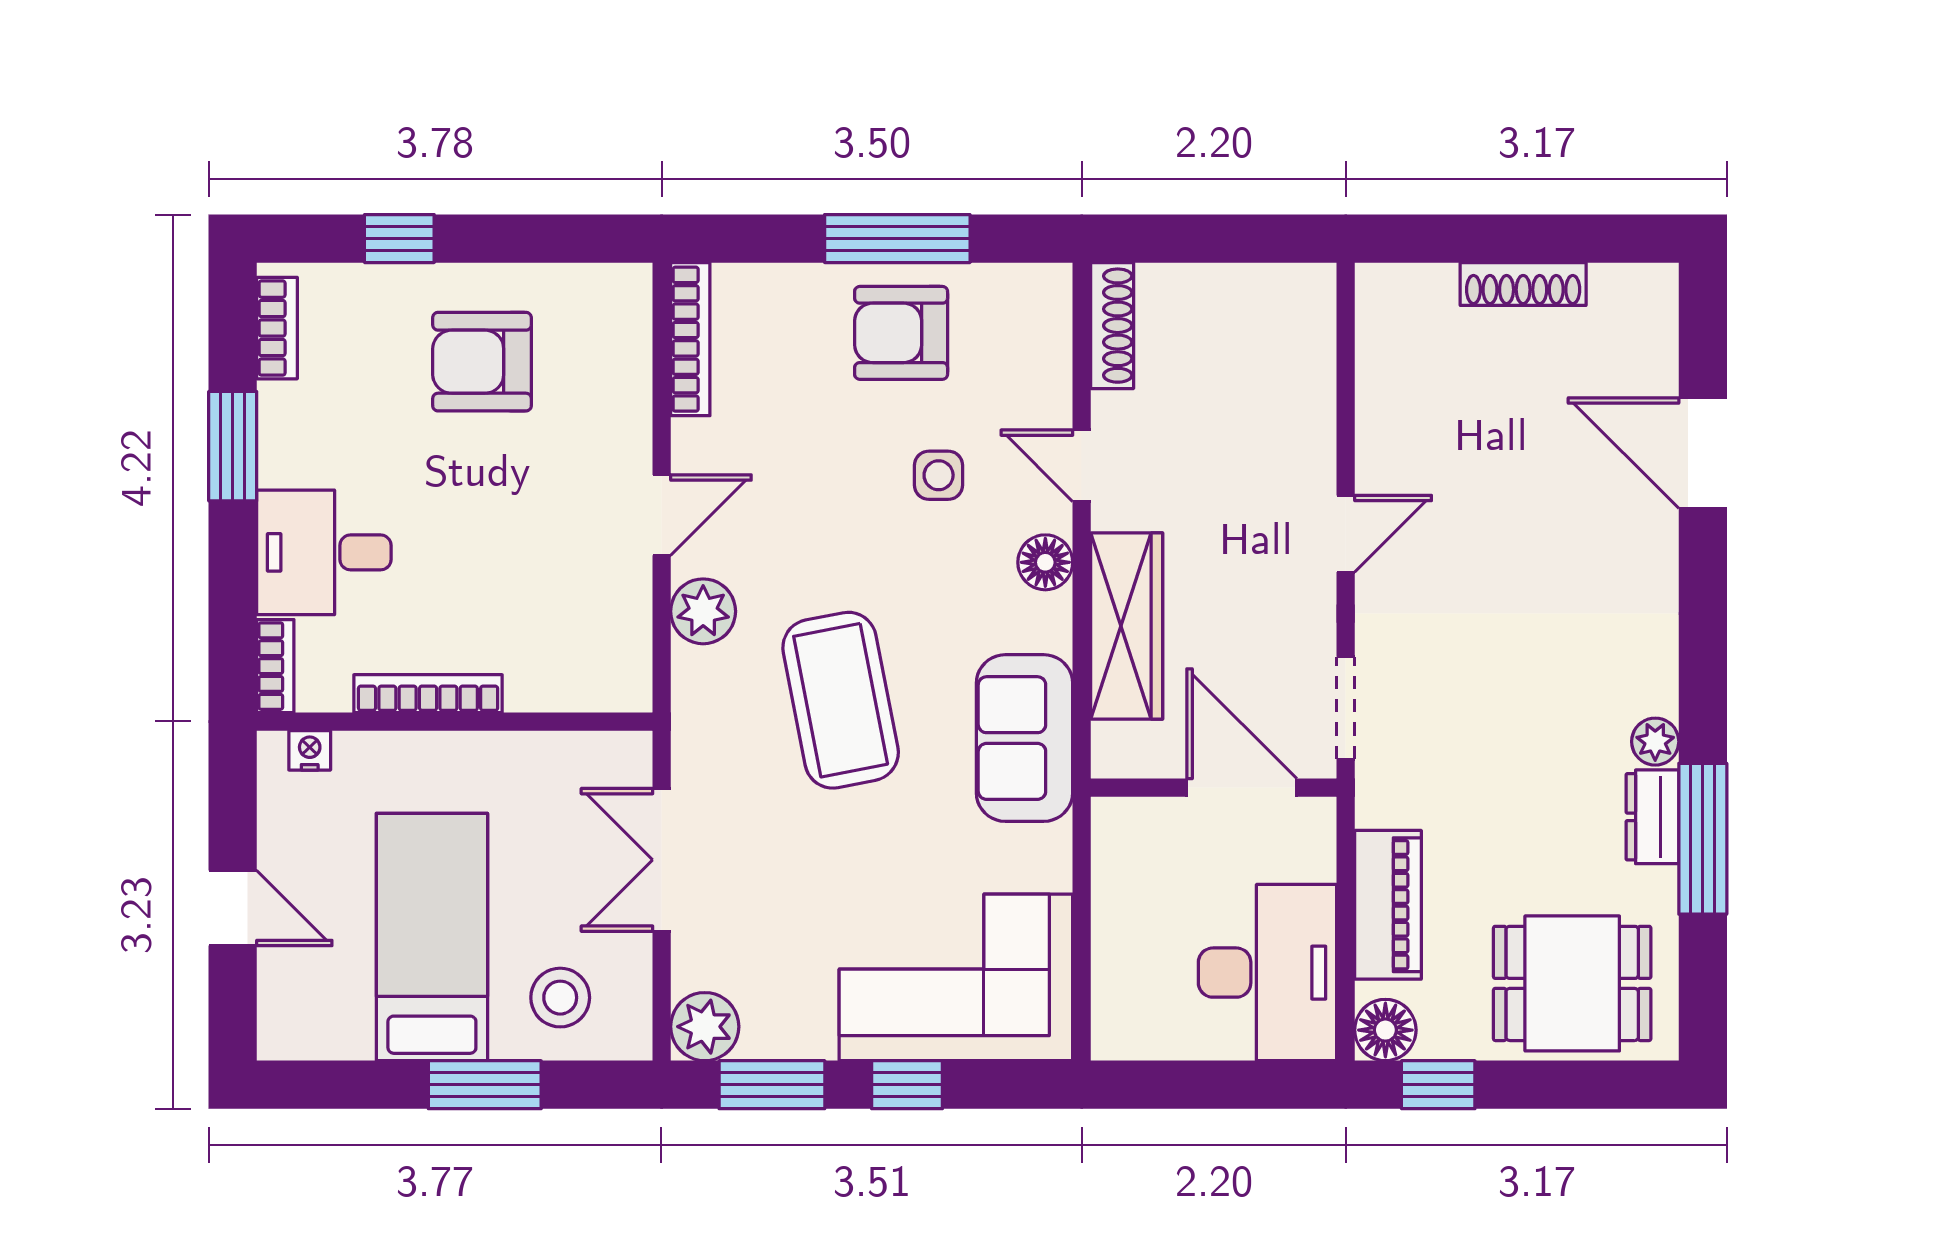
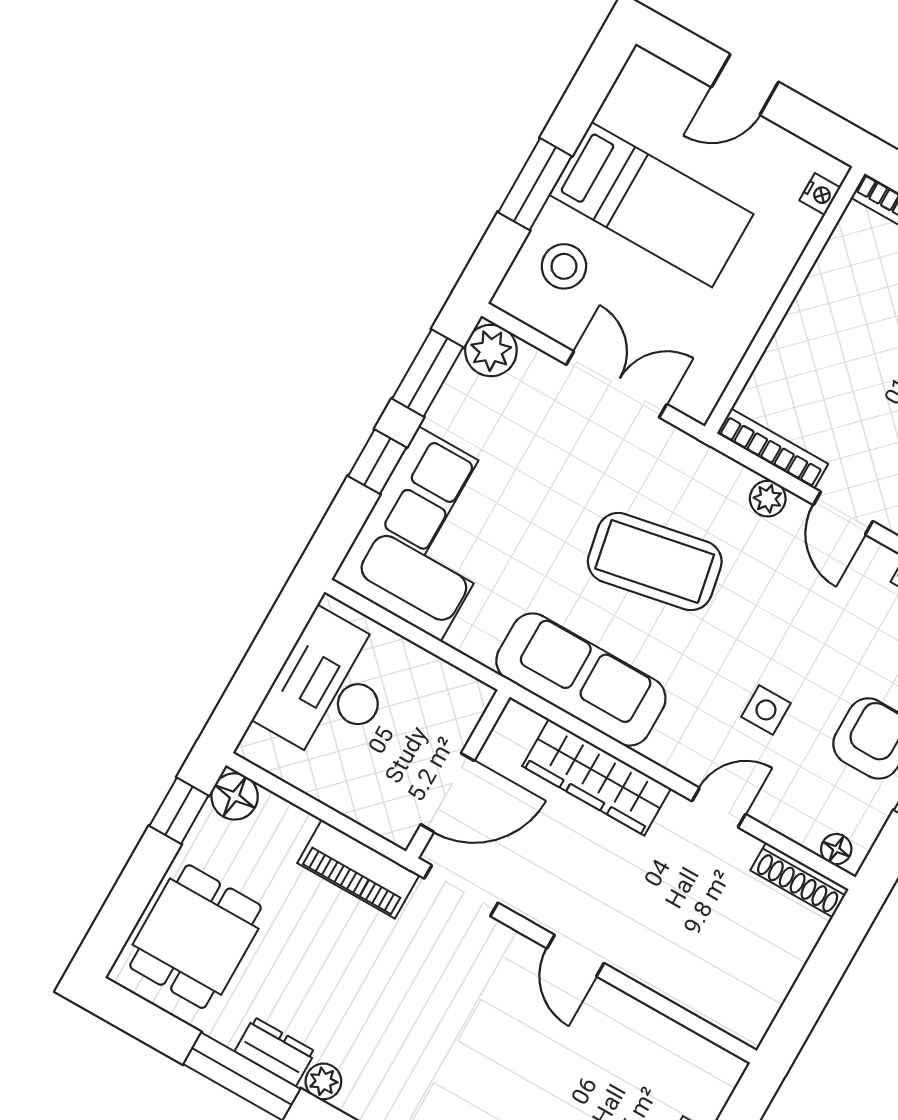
floor lamp: (1045, 562) -> (836, 849), moved, width x0.73, depth x0.73
plant: (703, 611) -> (768, 499), width x0.73, depth x0.73
bookcase: (428, 694) -> (773, 449), moved, turned -90
sofa: (1025, 738) -> (581, 680), width x1.36
piano: (1388, 905) -> (358, 869), moved
desk: (1268, 973) -> (330, 688), moved, turned 90

